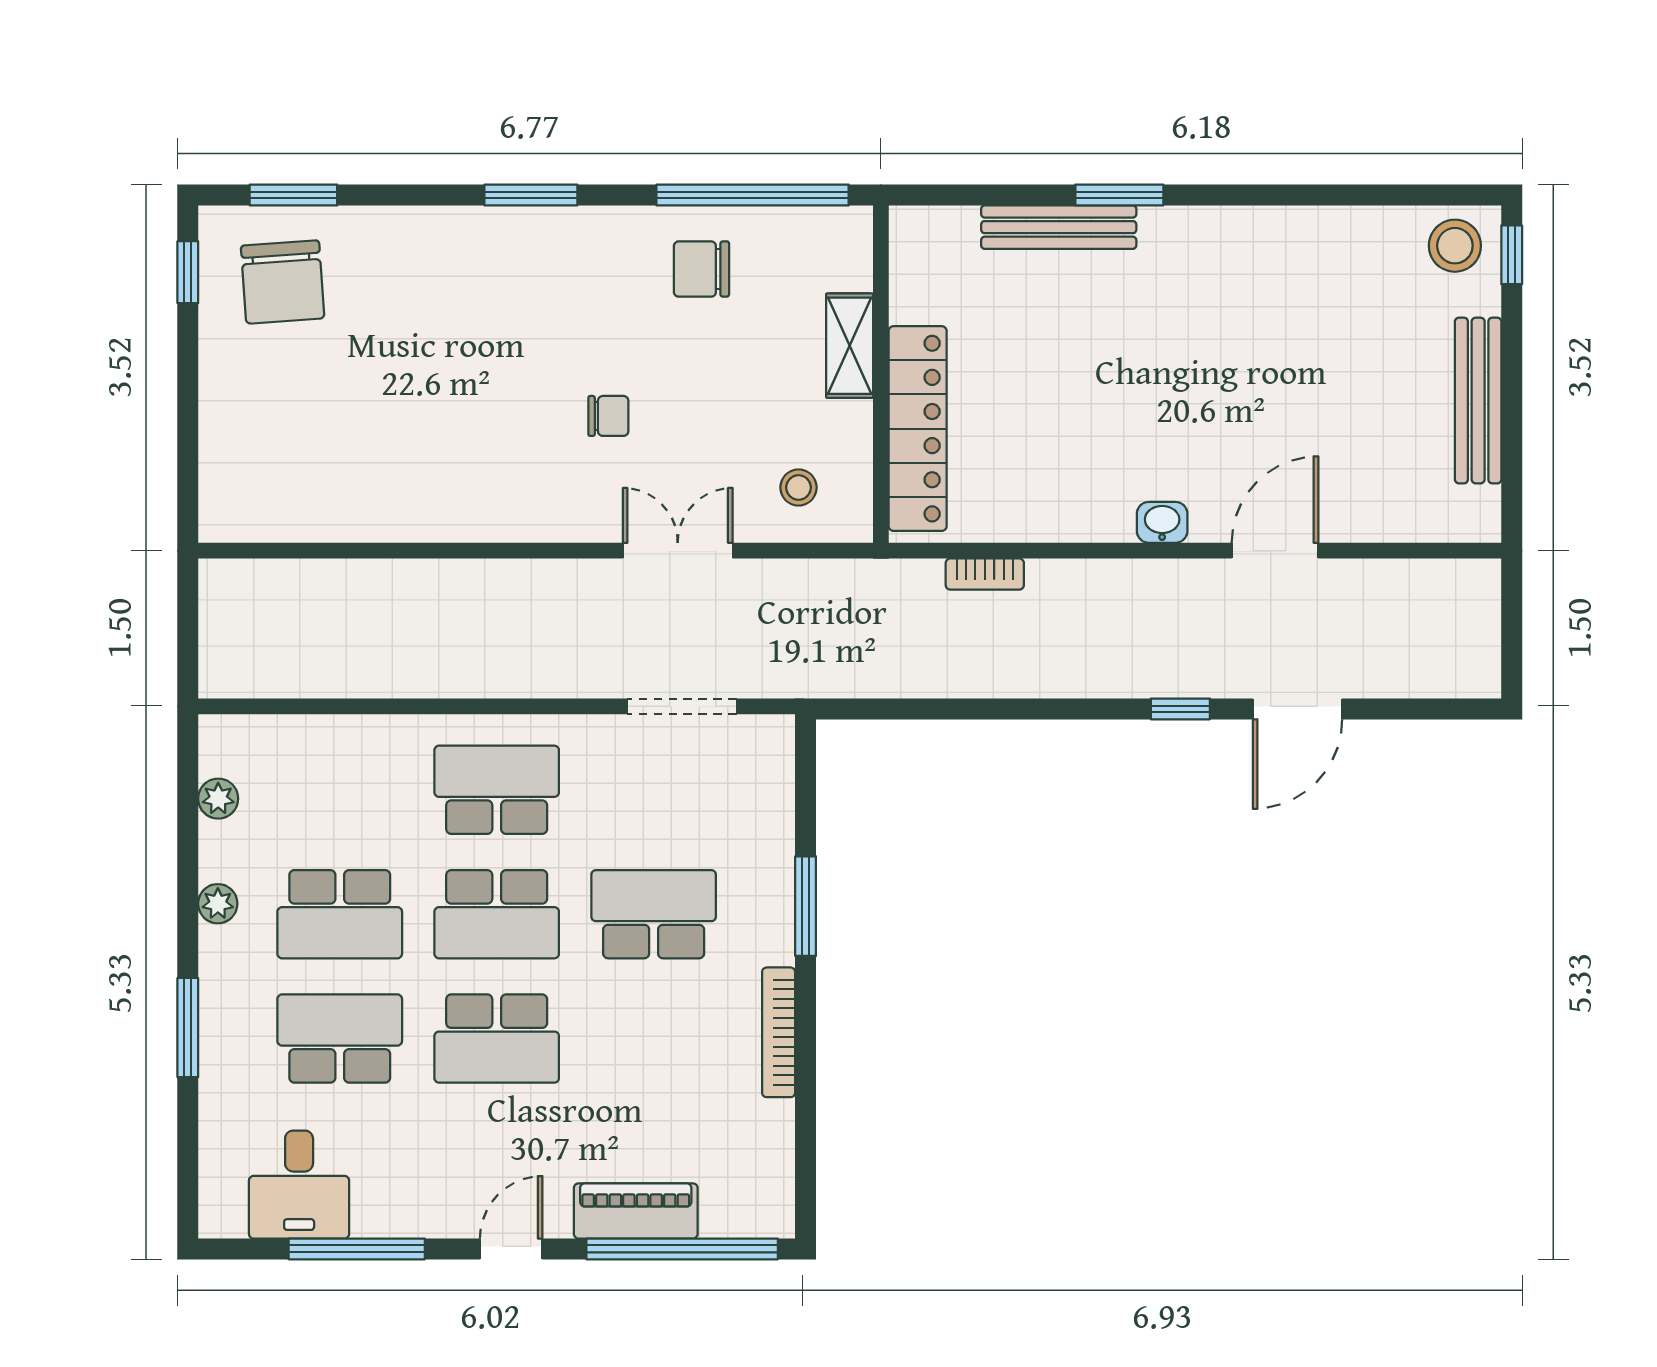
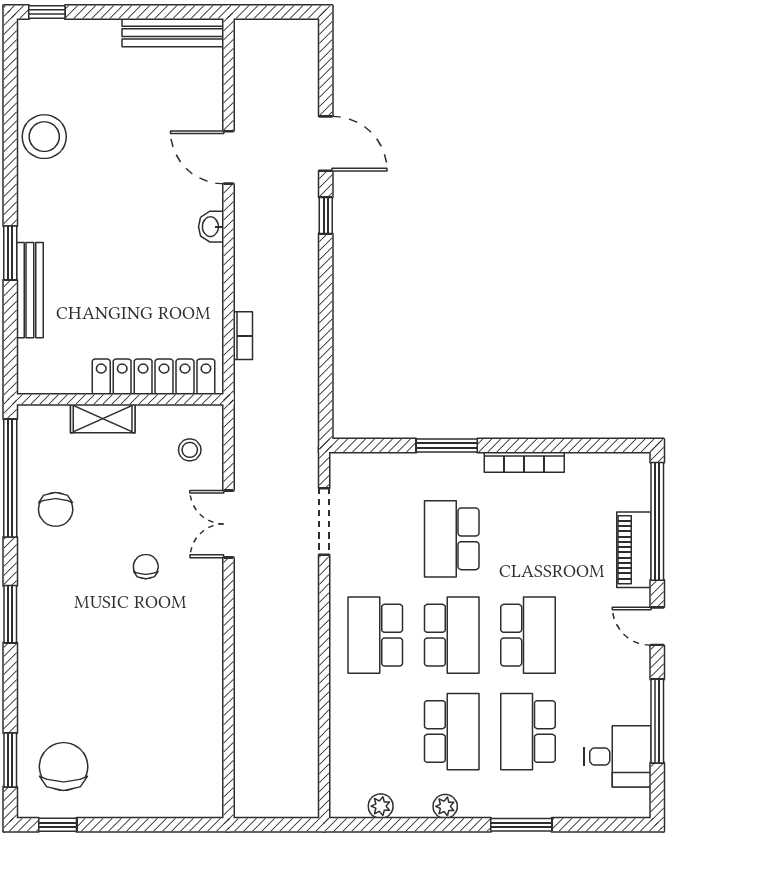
stool: (1455, 246) -> (44, 137), moved, width x1.38, depth x1.38
chair: (283, 282) -> (64, 767), turned -86
bench: (1478, 401) -> (173, 33), moved

